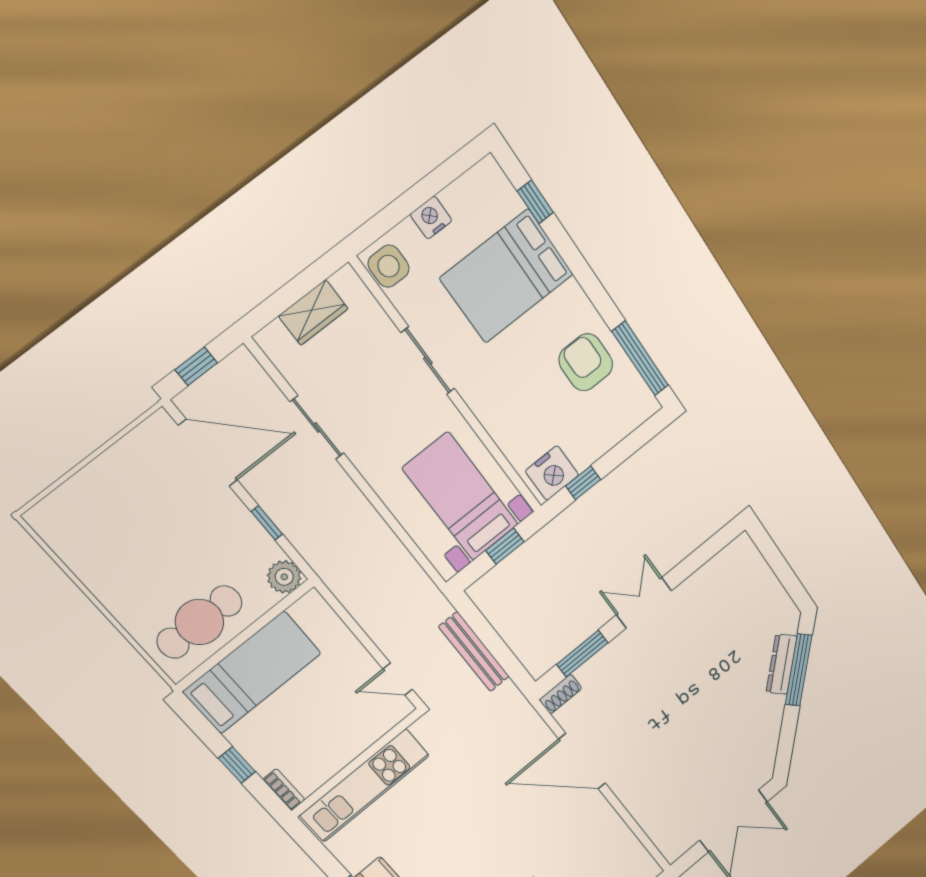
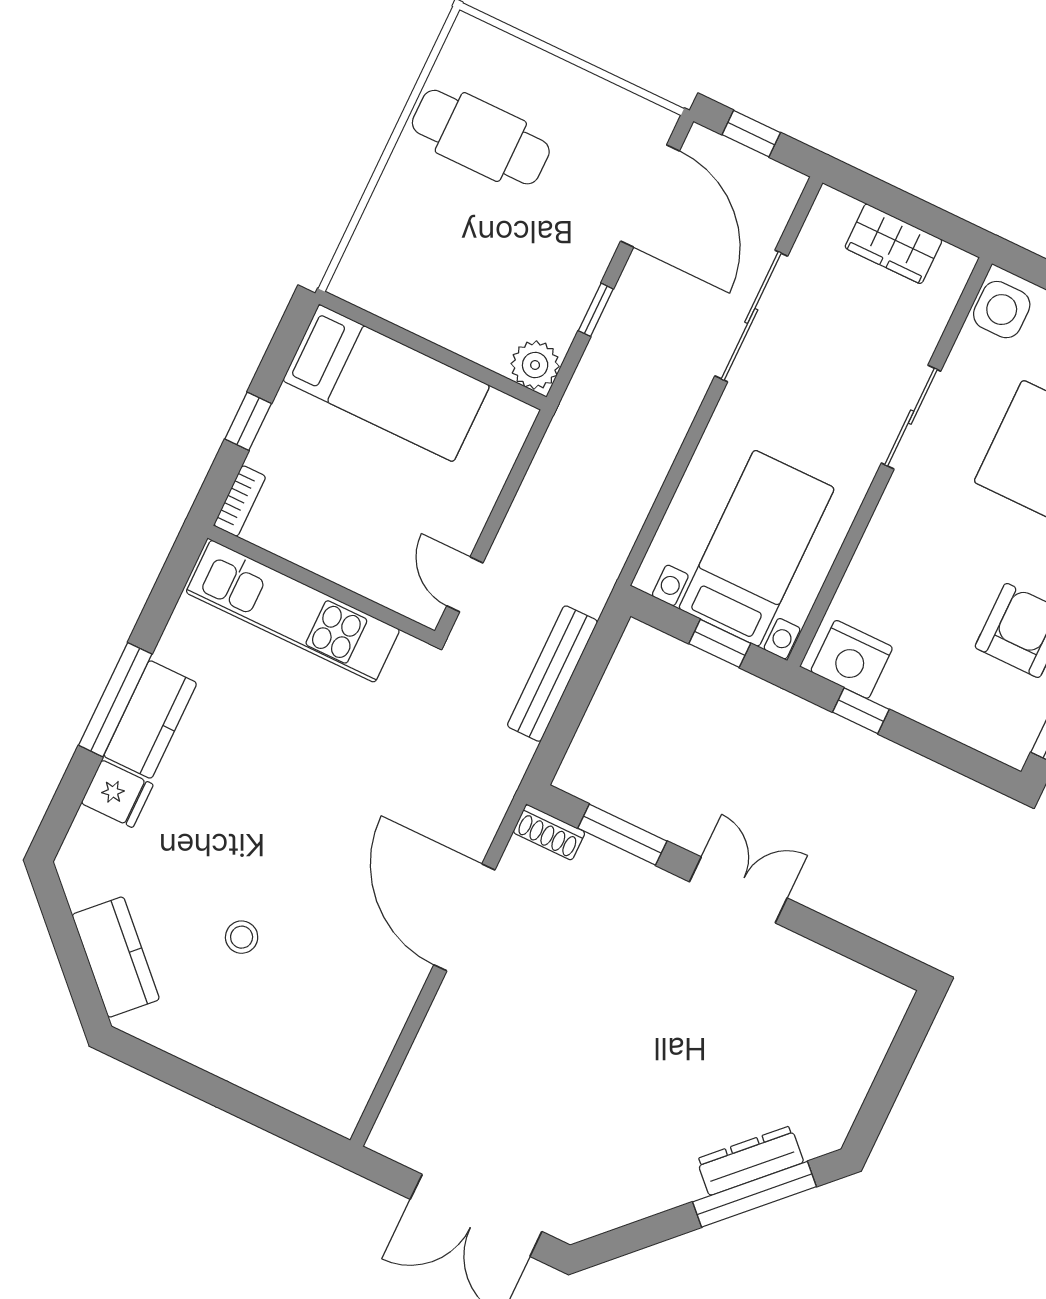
sliding door: (317, 428) -> (751, 316), width x1.37
cafe table: (200, 622) -> (481, 137), moved

